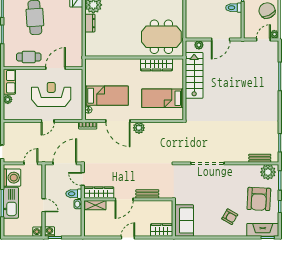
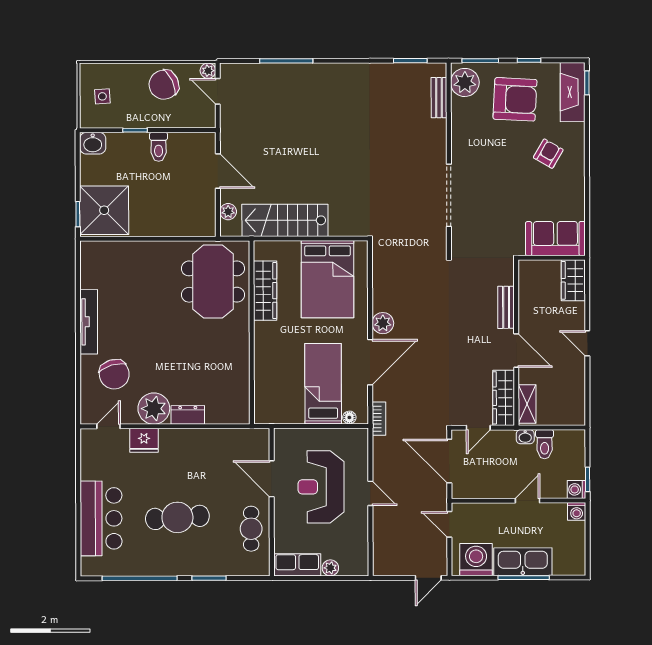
bed: (163, 98) -> (328, 279), width x1.50
toilet: (74, 194) -> (545, 444), moved

